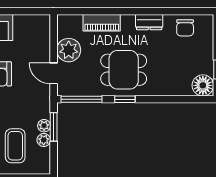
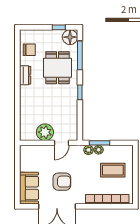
piano: (102, 23) -> (26, 109), removed
dining table: (124, 70) -> (57, 68), moved
window: (82, 99) -> (80, 55), moved
plant: (44, 140) -> (89, 150), moved

